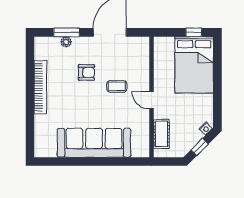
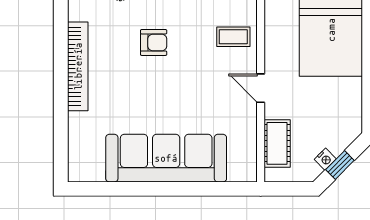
coffee table: (117, 86) -> (233, 37), moved
nightstand: (206, 129) -> (325, 159), moved

